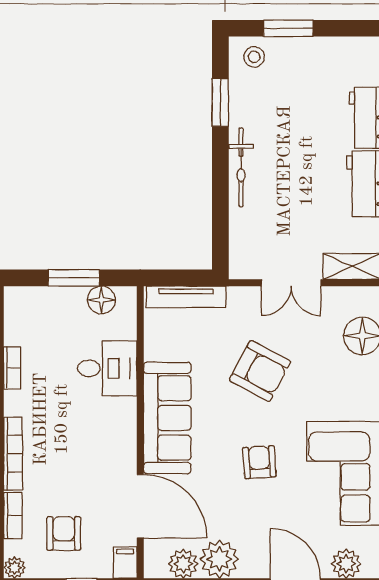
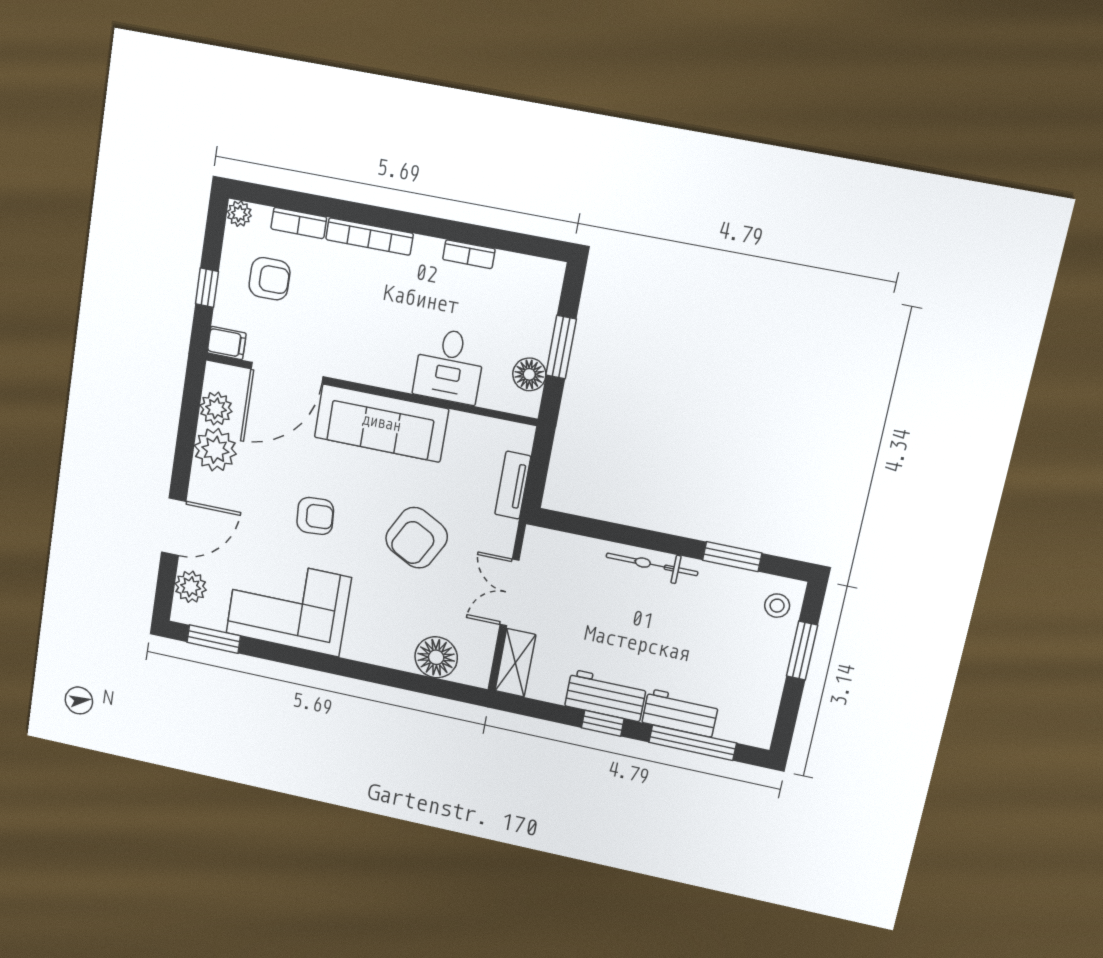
tv unit: (186, 297) -> (513, 485), width x0.71

